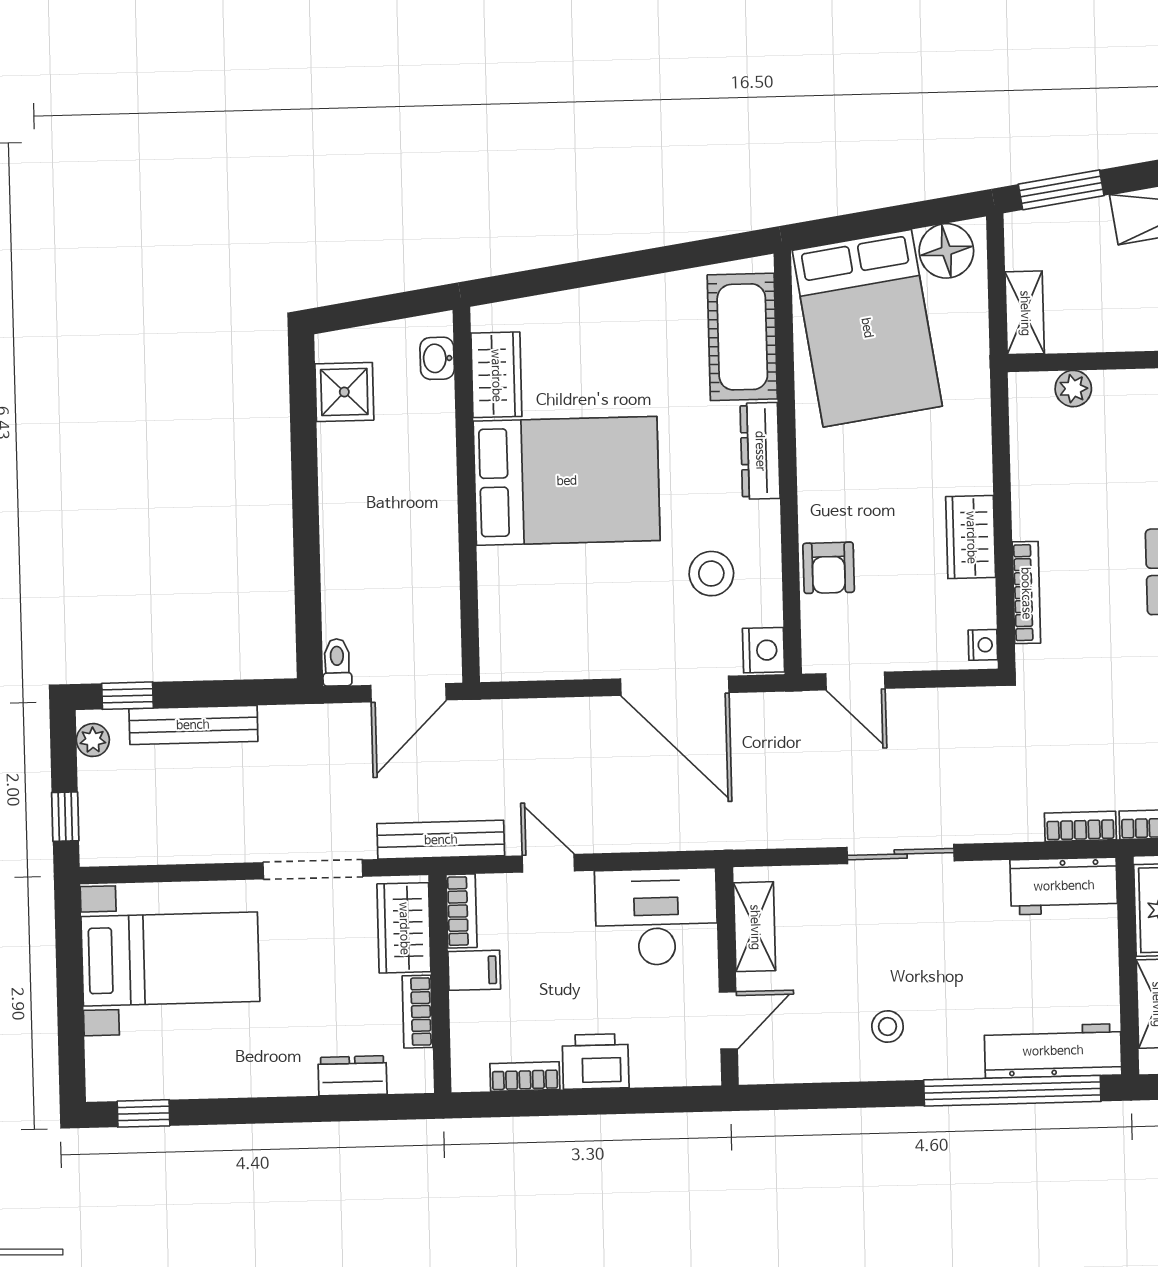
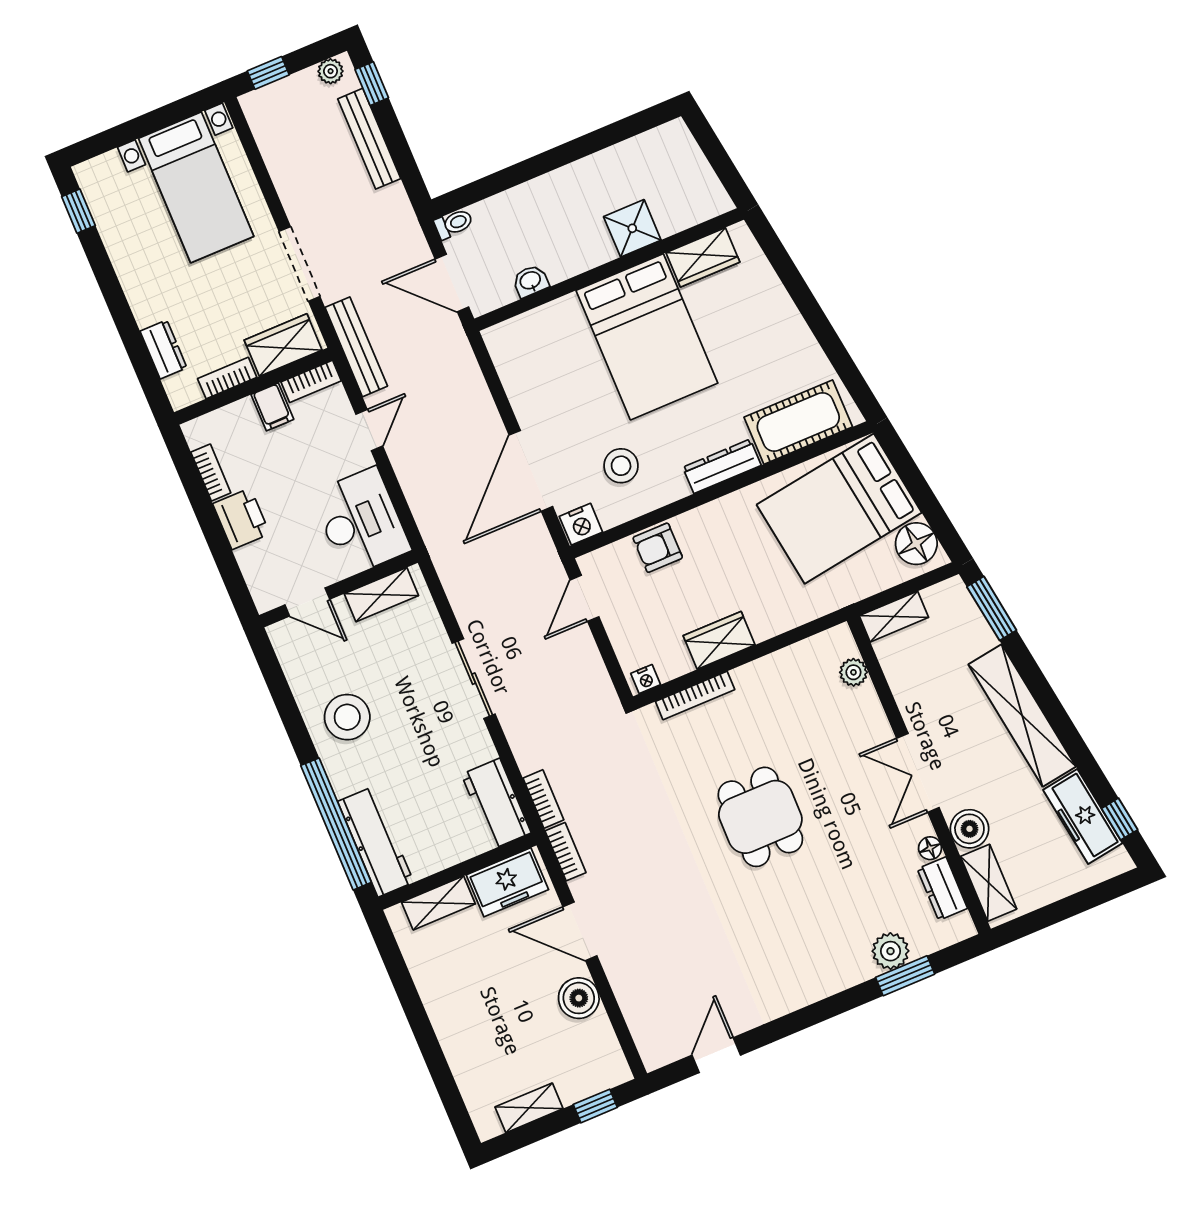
washbasin: (437, 358) -> (530, 281), moved
shower: (344, 392) -> (632, 228), moved
stool: (888, 1026) -> (347, 717), width x1.89, depth x1.89

